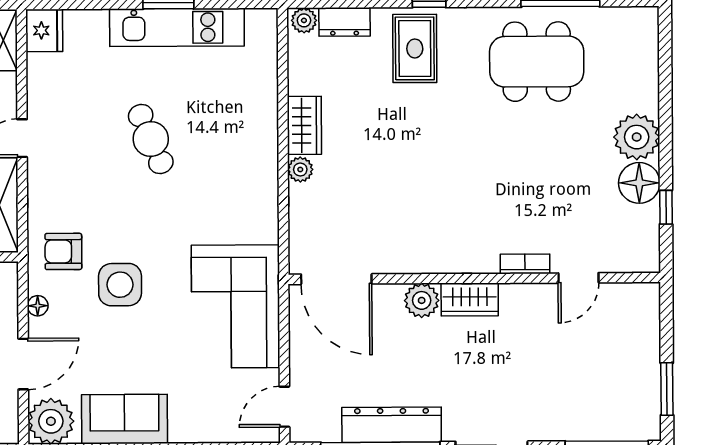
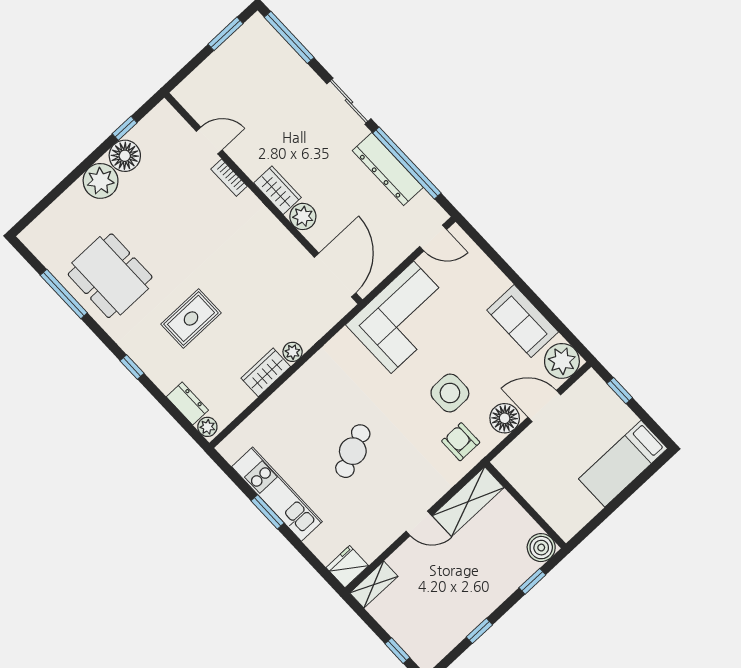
rug: (415, 48) -> (191, 318), moved
armchair: (63, 251) -> (461, 442), turned 180
floor lamp: (38, 306) -> (505, 418), width x1.89, depth x1.89

